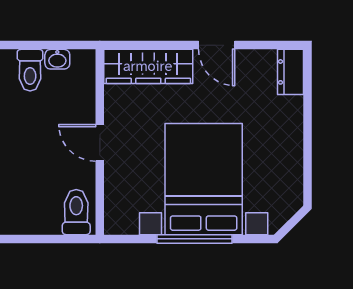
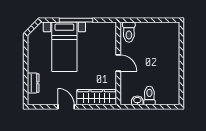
dresser: (290, 72) -> (33, 83), moved
bed with nightstands: (204, 179) -> (64, 47), width x0.73

